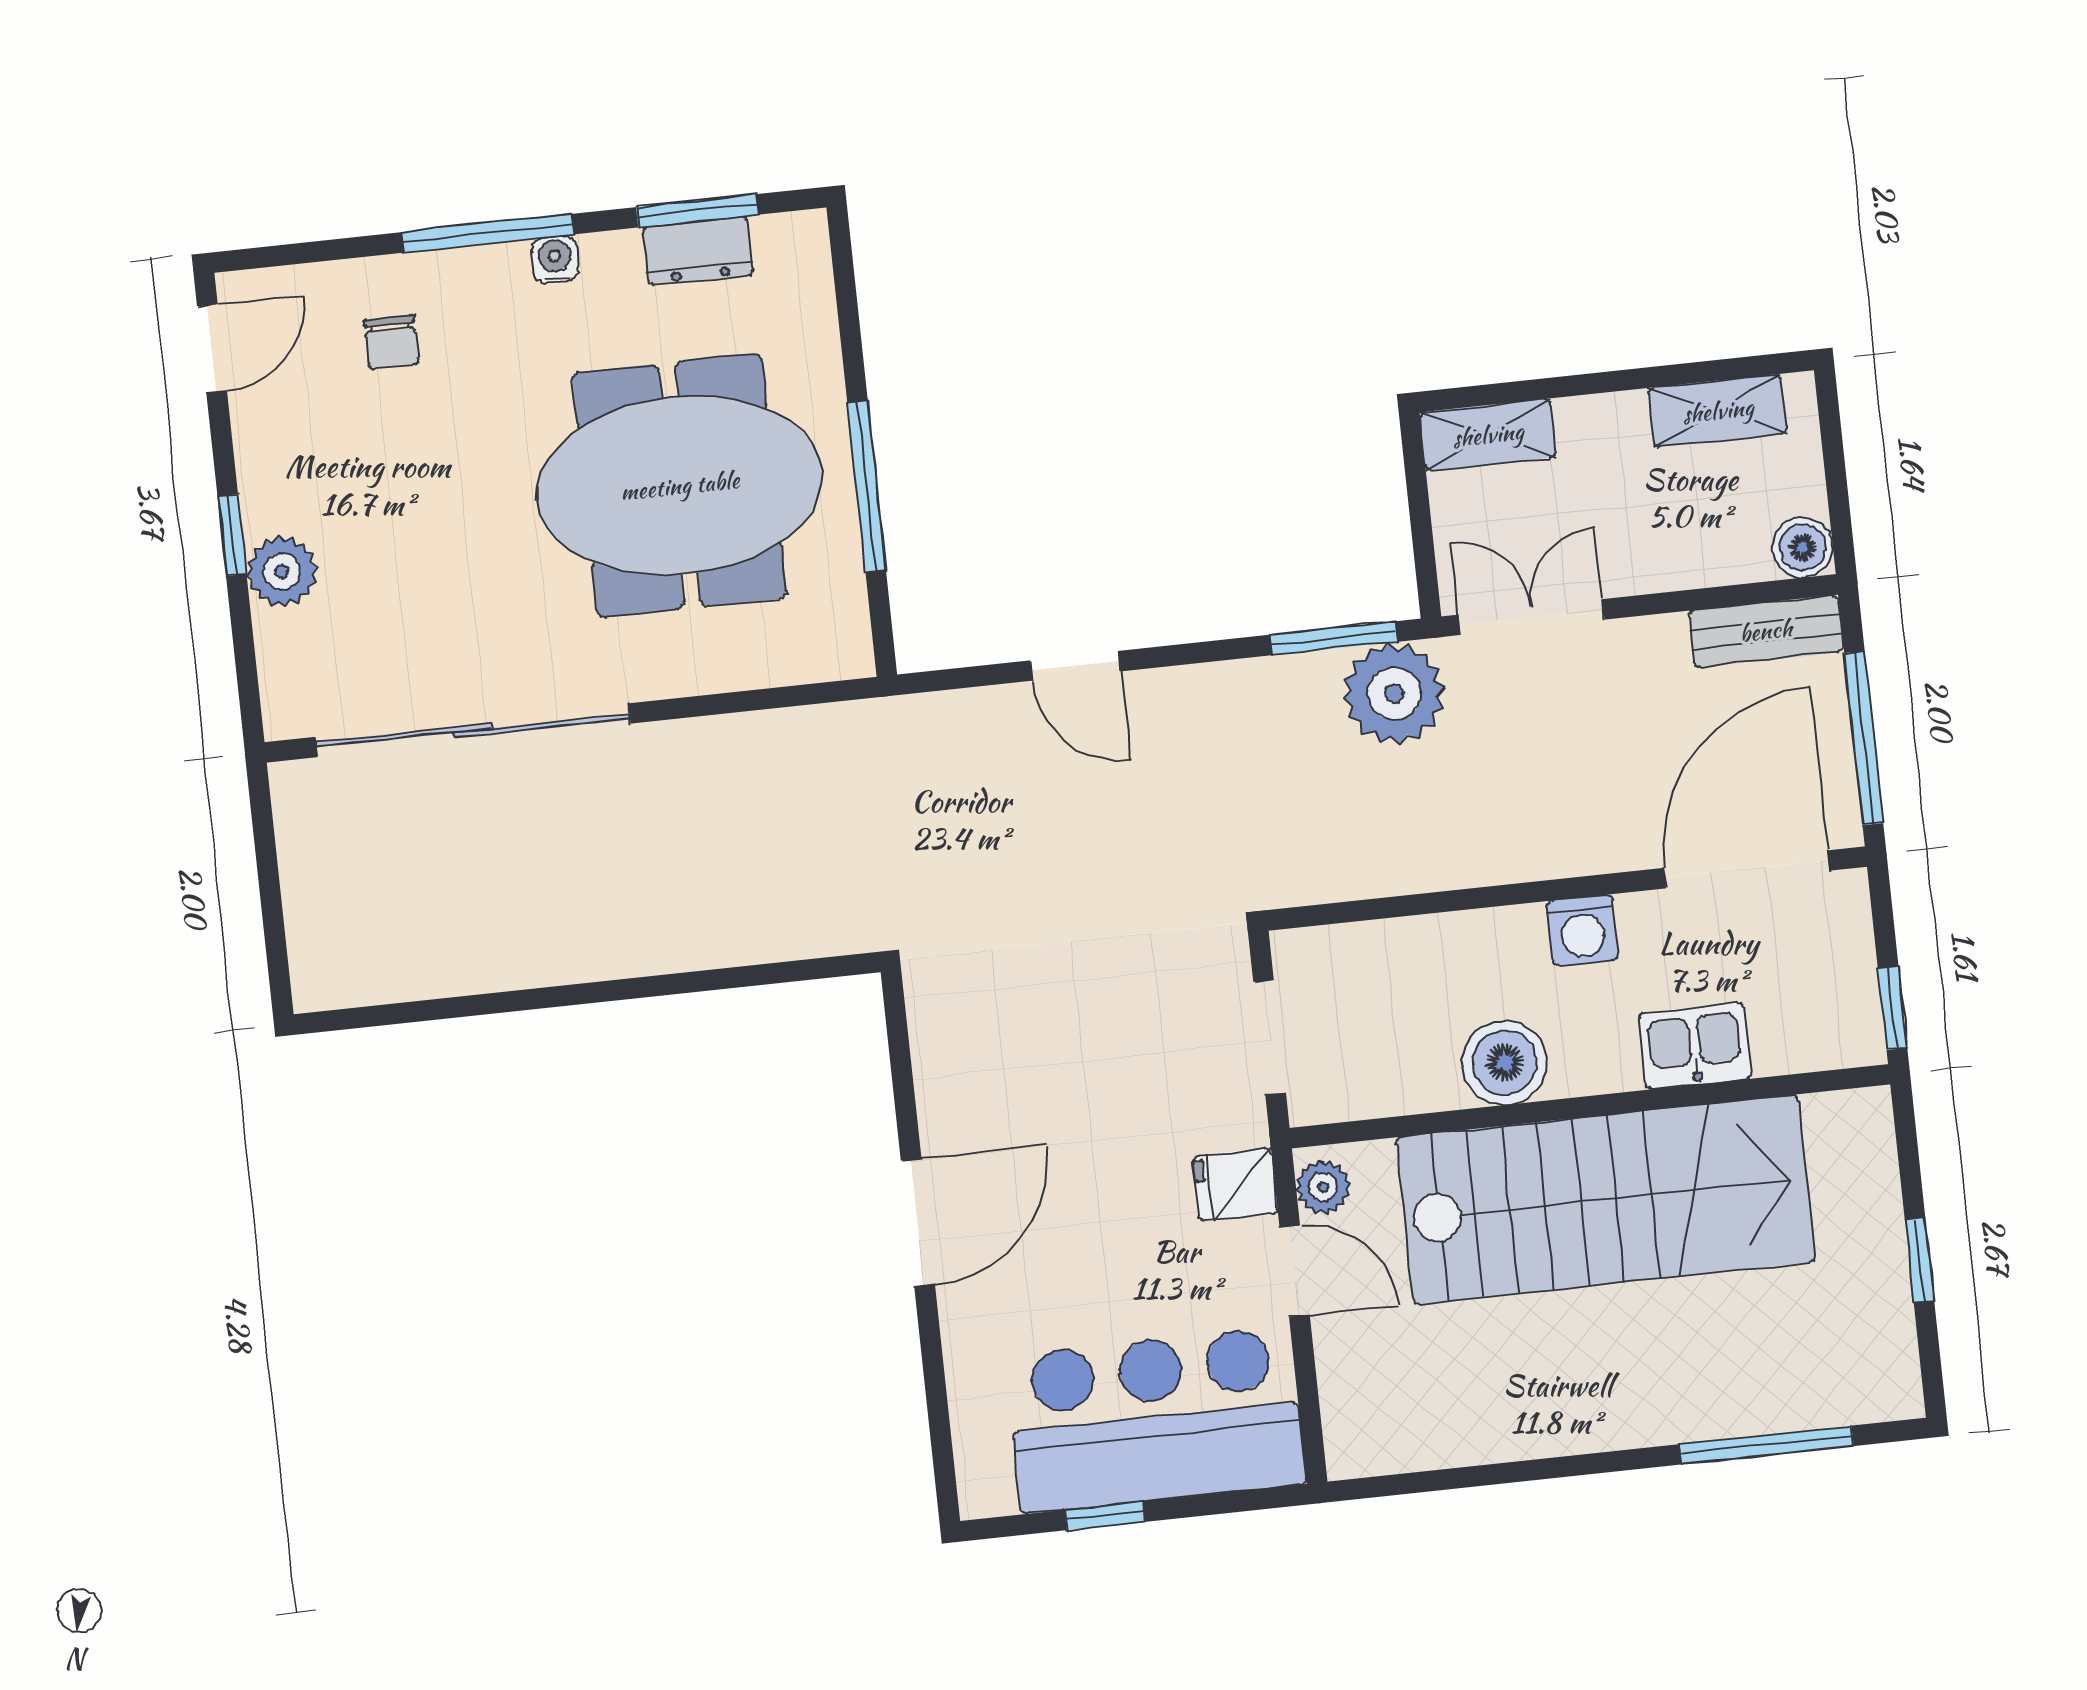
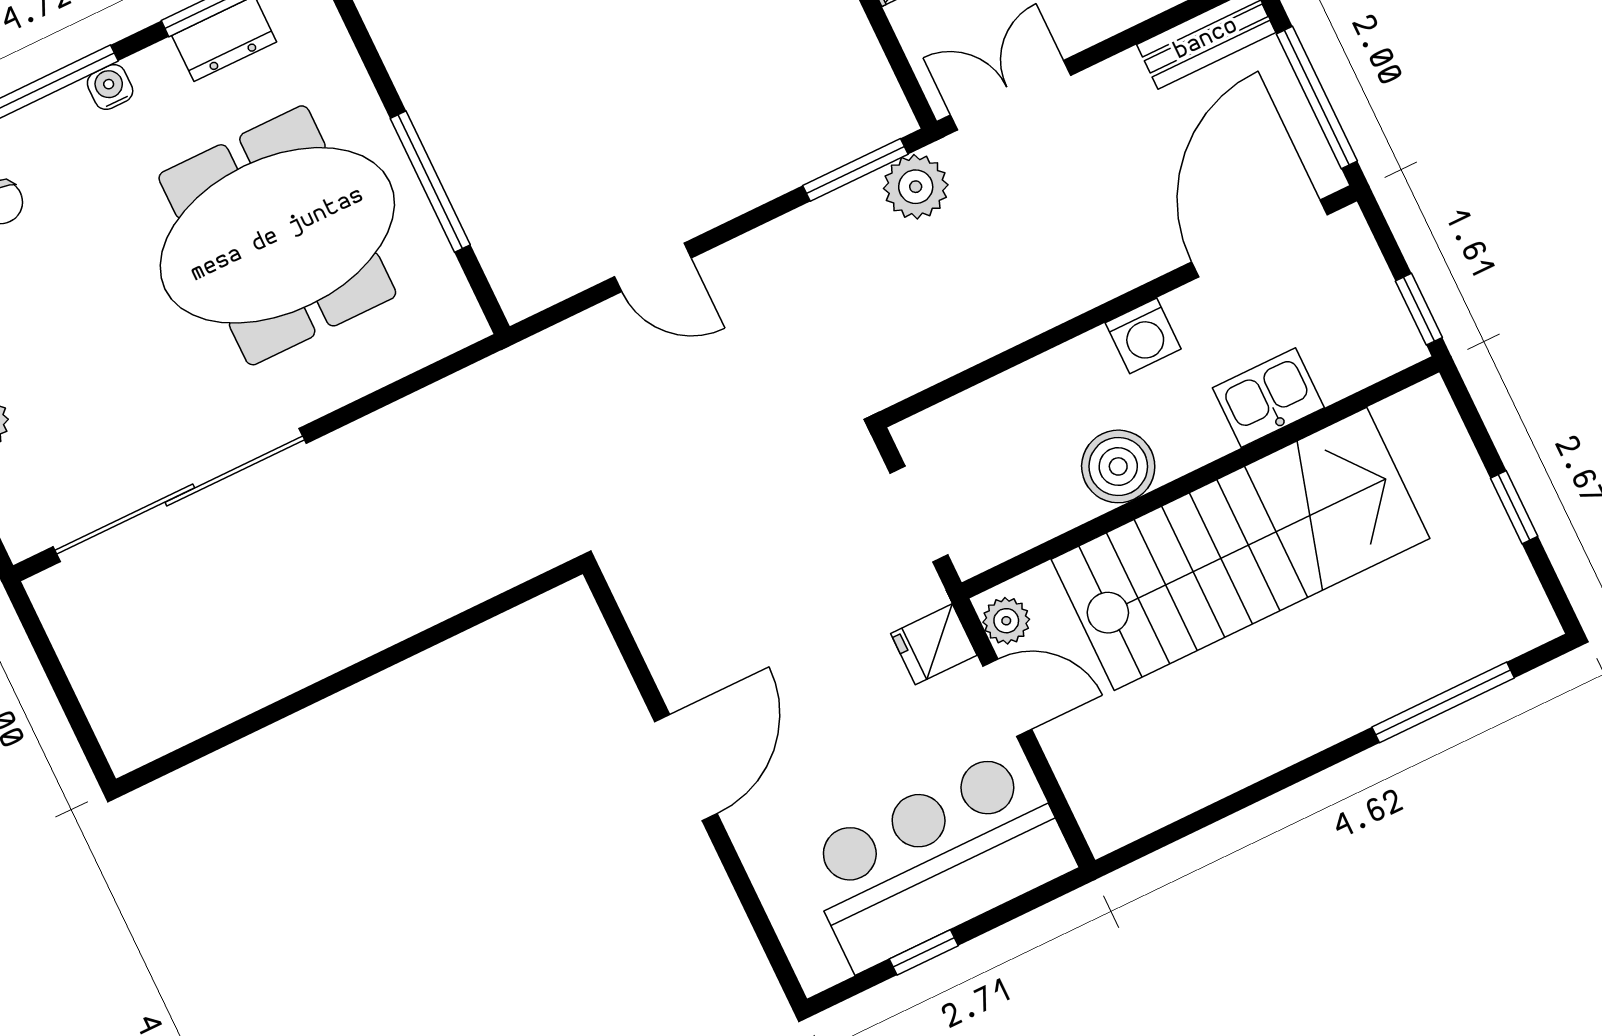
plant: (1394, 693) -> (916, 187), width x0.73, depth x0.73

